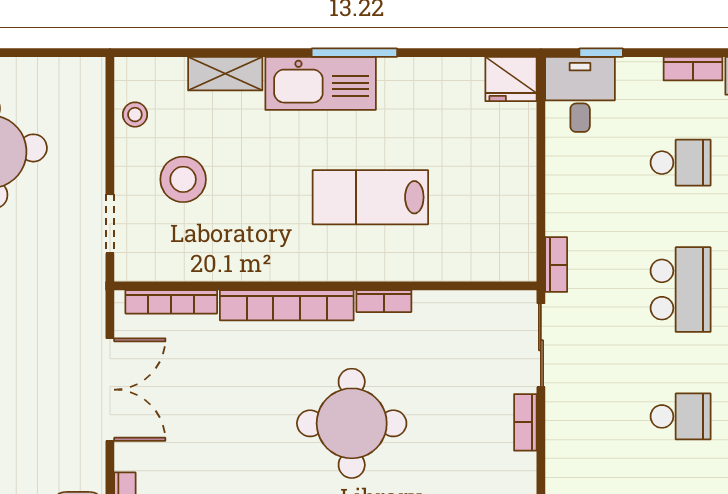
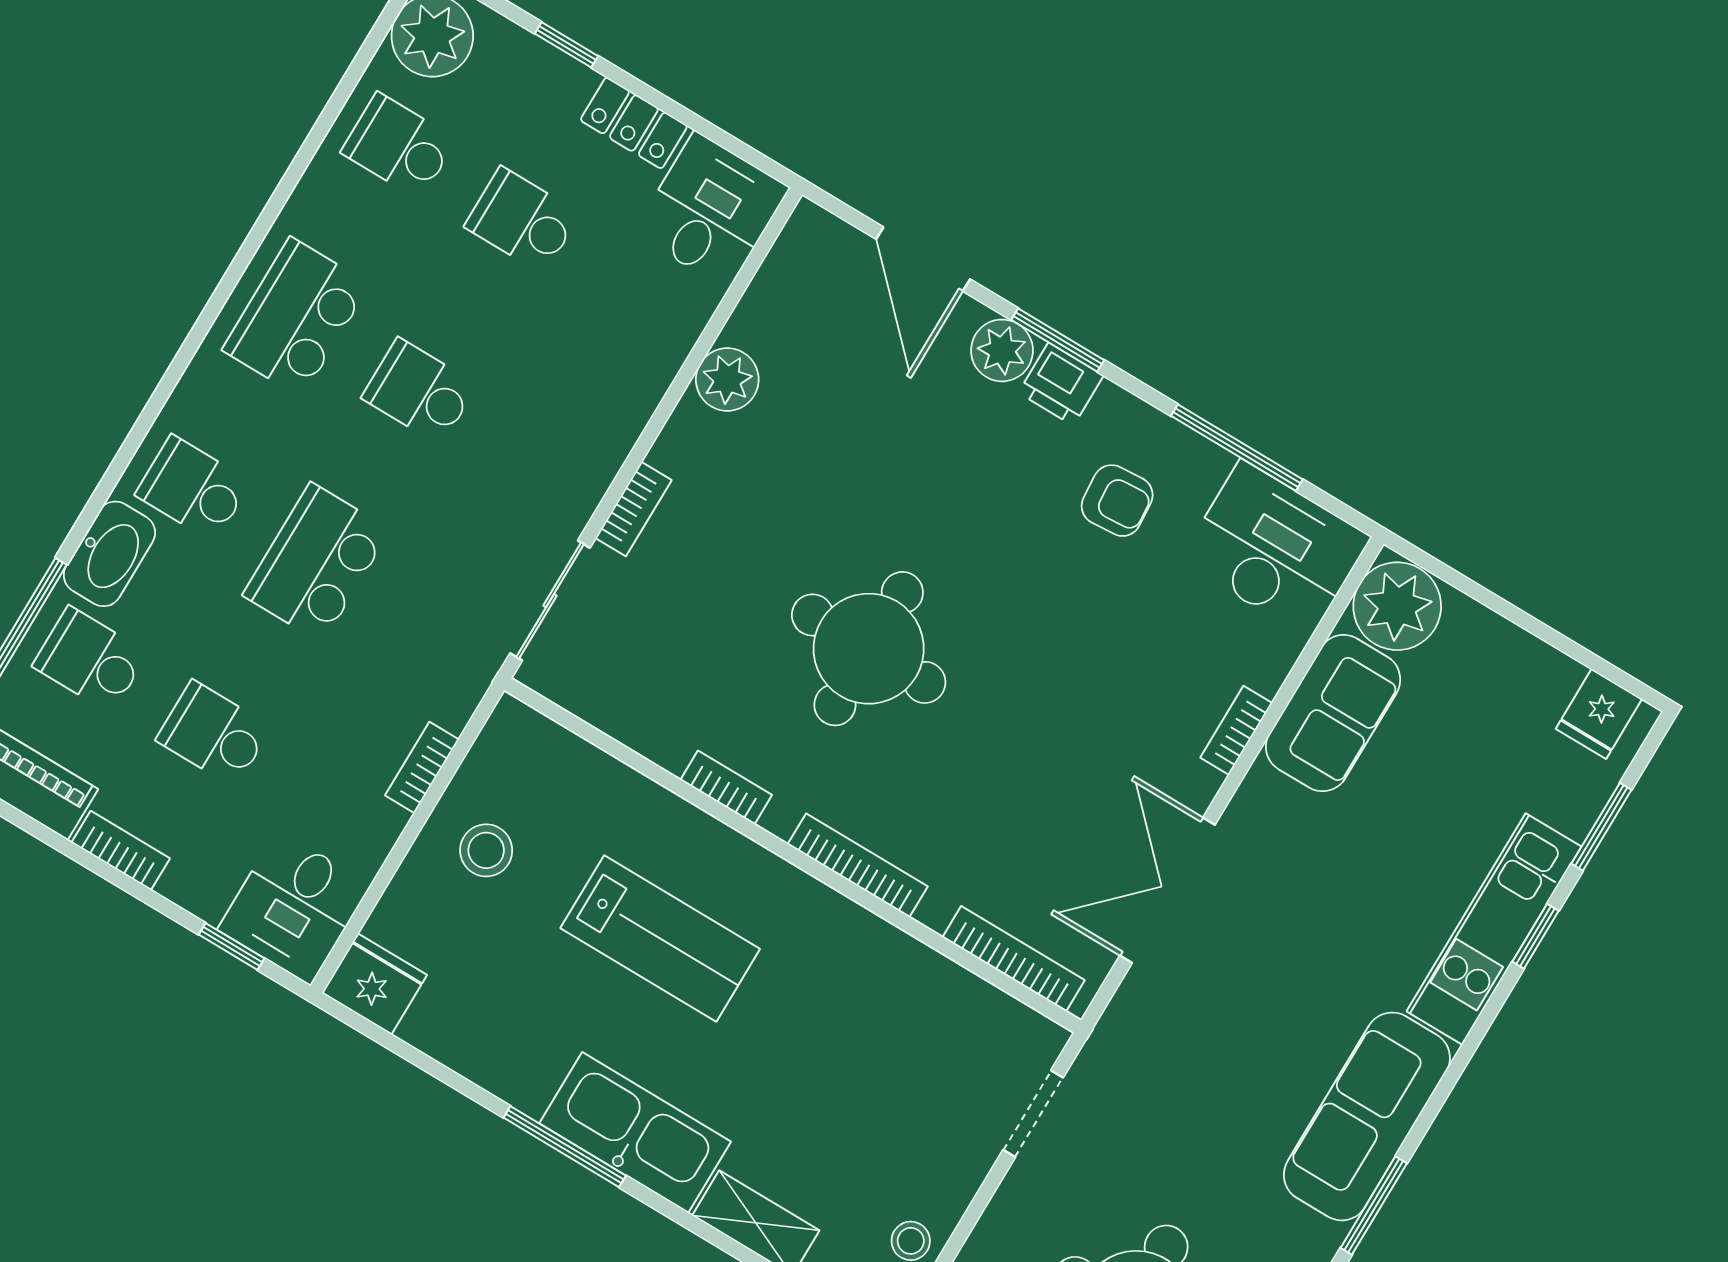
stool: (183, 179) -> (486, 850), moved, width x0.73, depth x0.73
bookcase: (556, 265) -> (422, 767), moved
bookcase: (287, 305) -> (858, 865), width x0.68, depth x0.76

